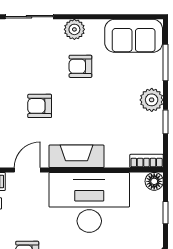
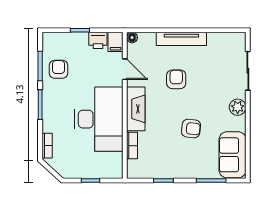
armchair: (80, 66) -> (191, 128), moved, turned 96
plant: (152, 100) -> (181, 169), removed
bookcase: (147, 161) -> (132, 146), moved
floor lamp: (154, 181) -> (116, 171), removed

